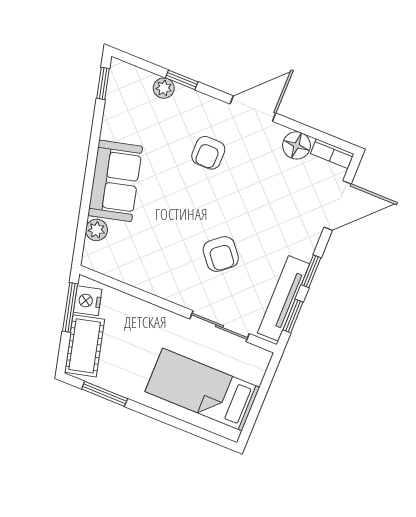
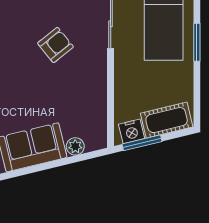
window: (105, 394) -> (197, 42), moved

